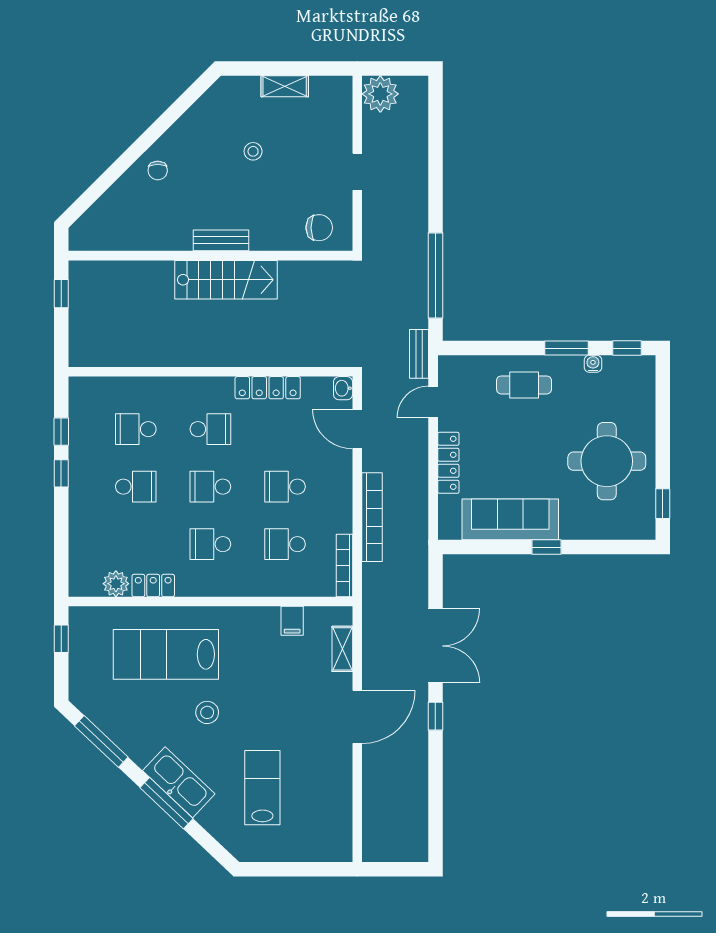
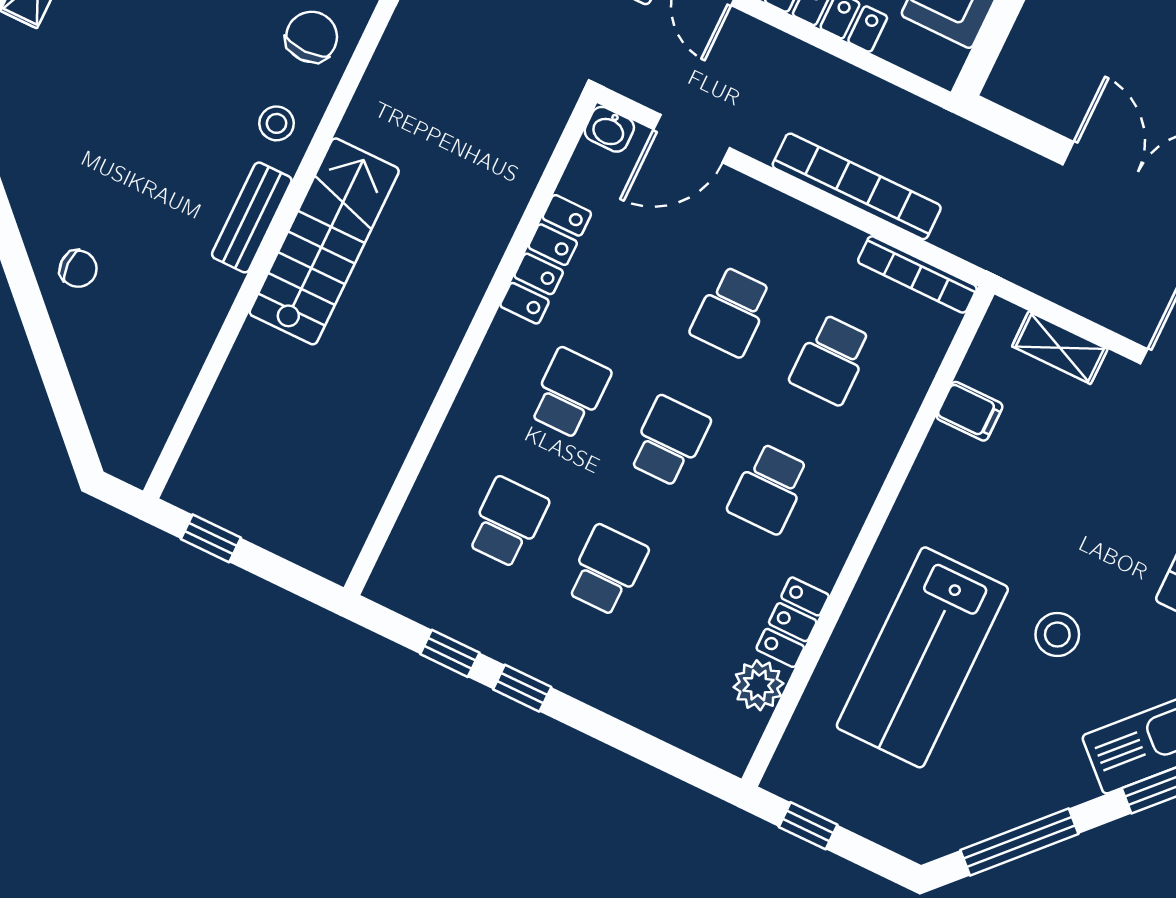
stool: (253, 151) -> (277, 123), moved
school desk: (136, 429) -> (508, 522), turned 180
school desk: (210, 487) -> (669, 441), turned 180

